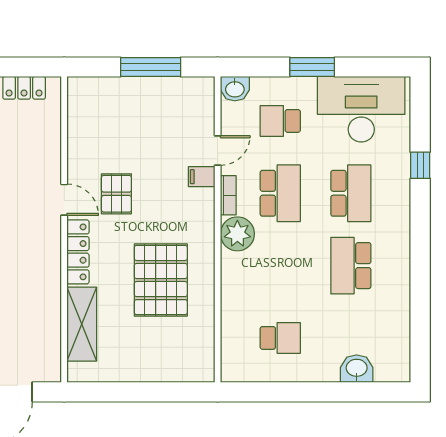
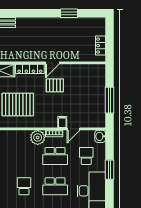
door: (218, 151) -> (74, 129), hinge flipped
school desk: (351, 266) -> (24, 186), width x0.54

